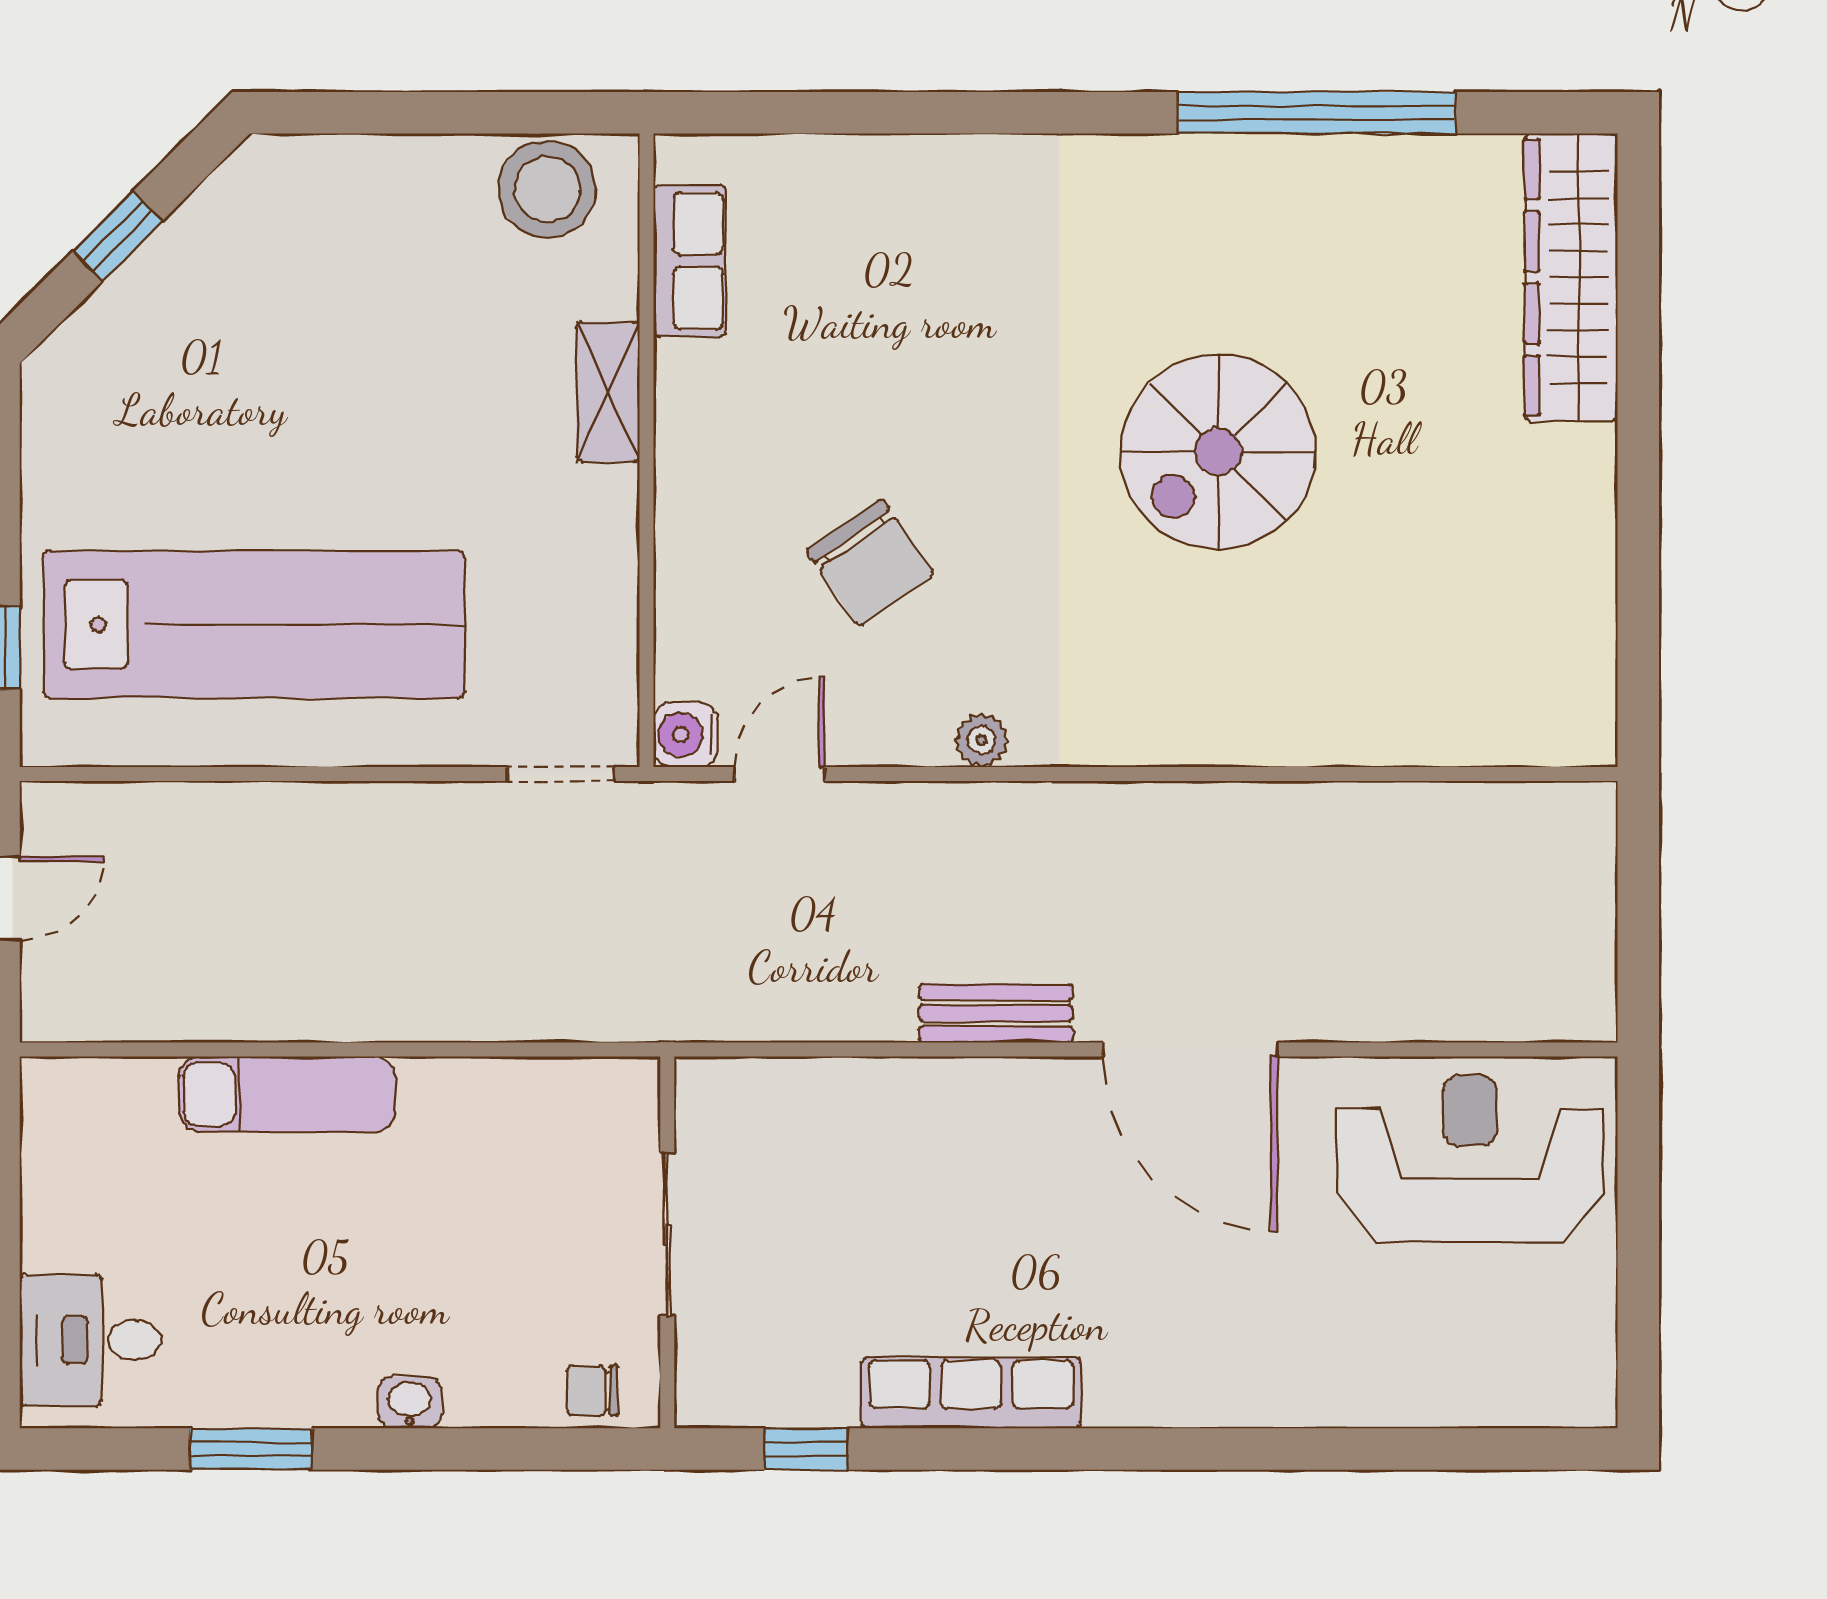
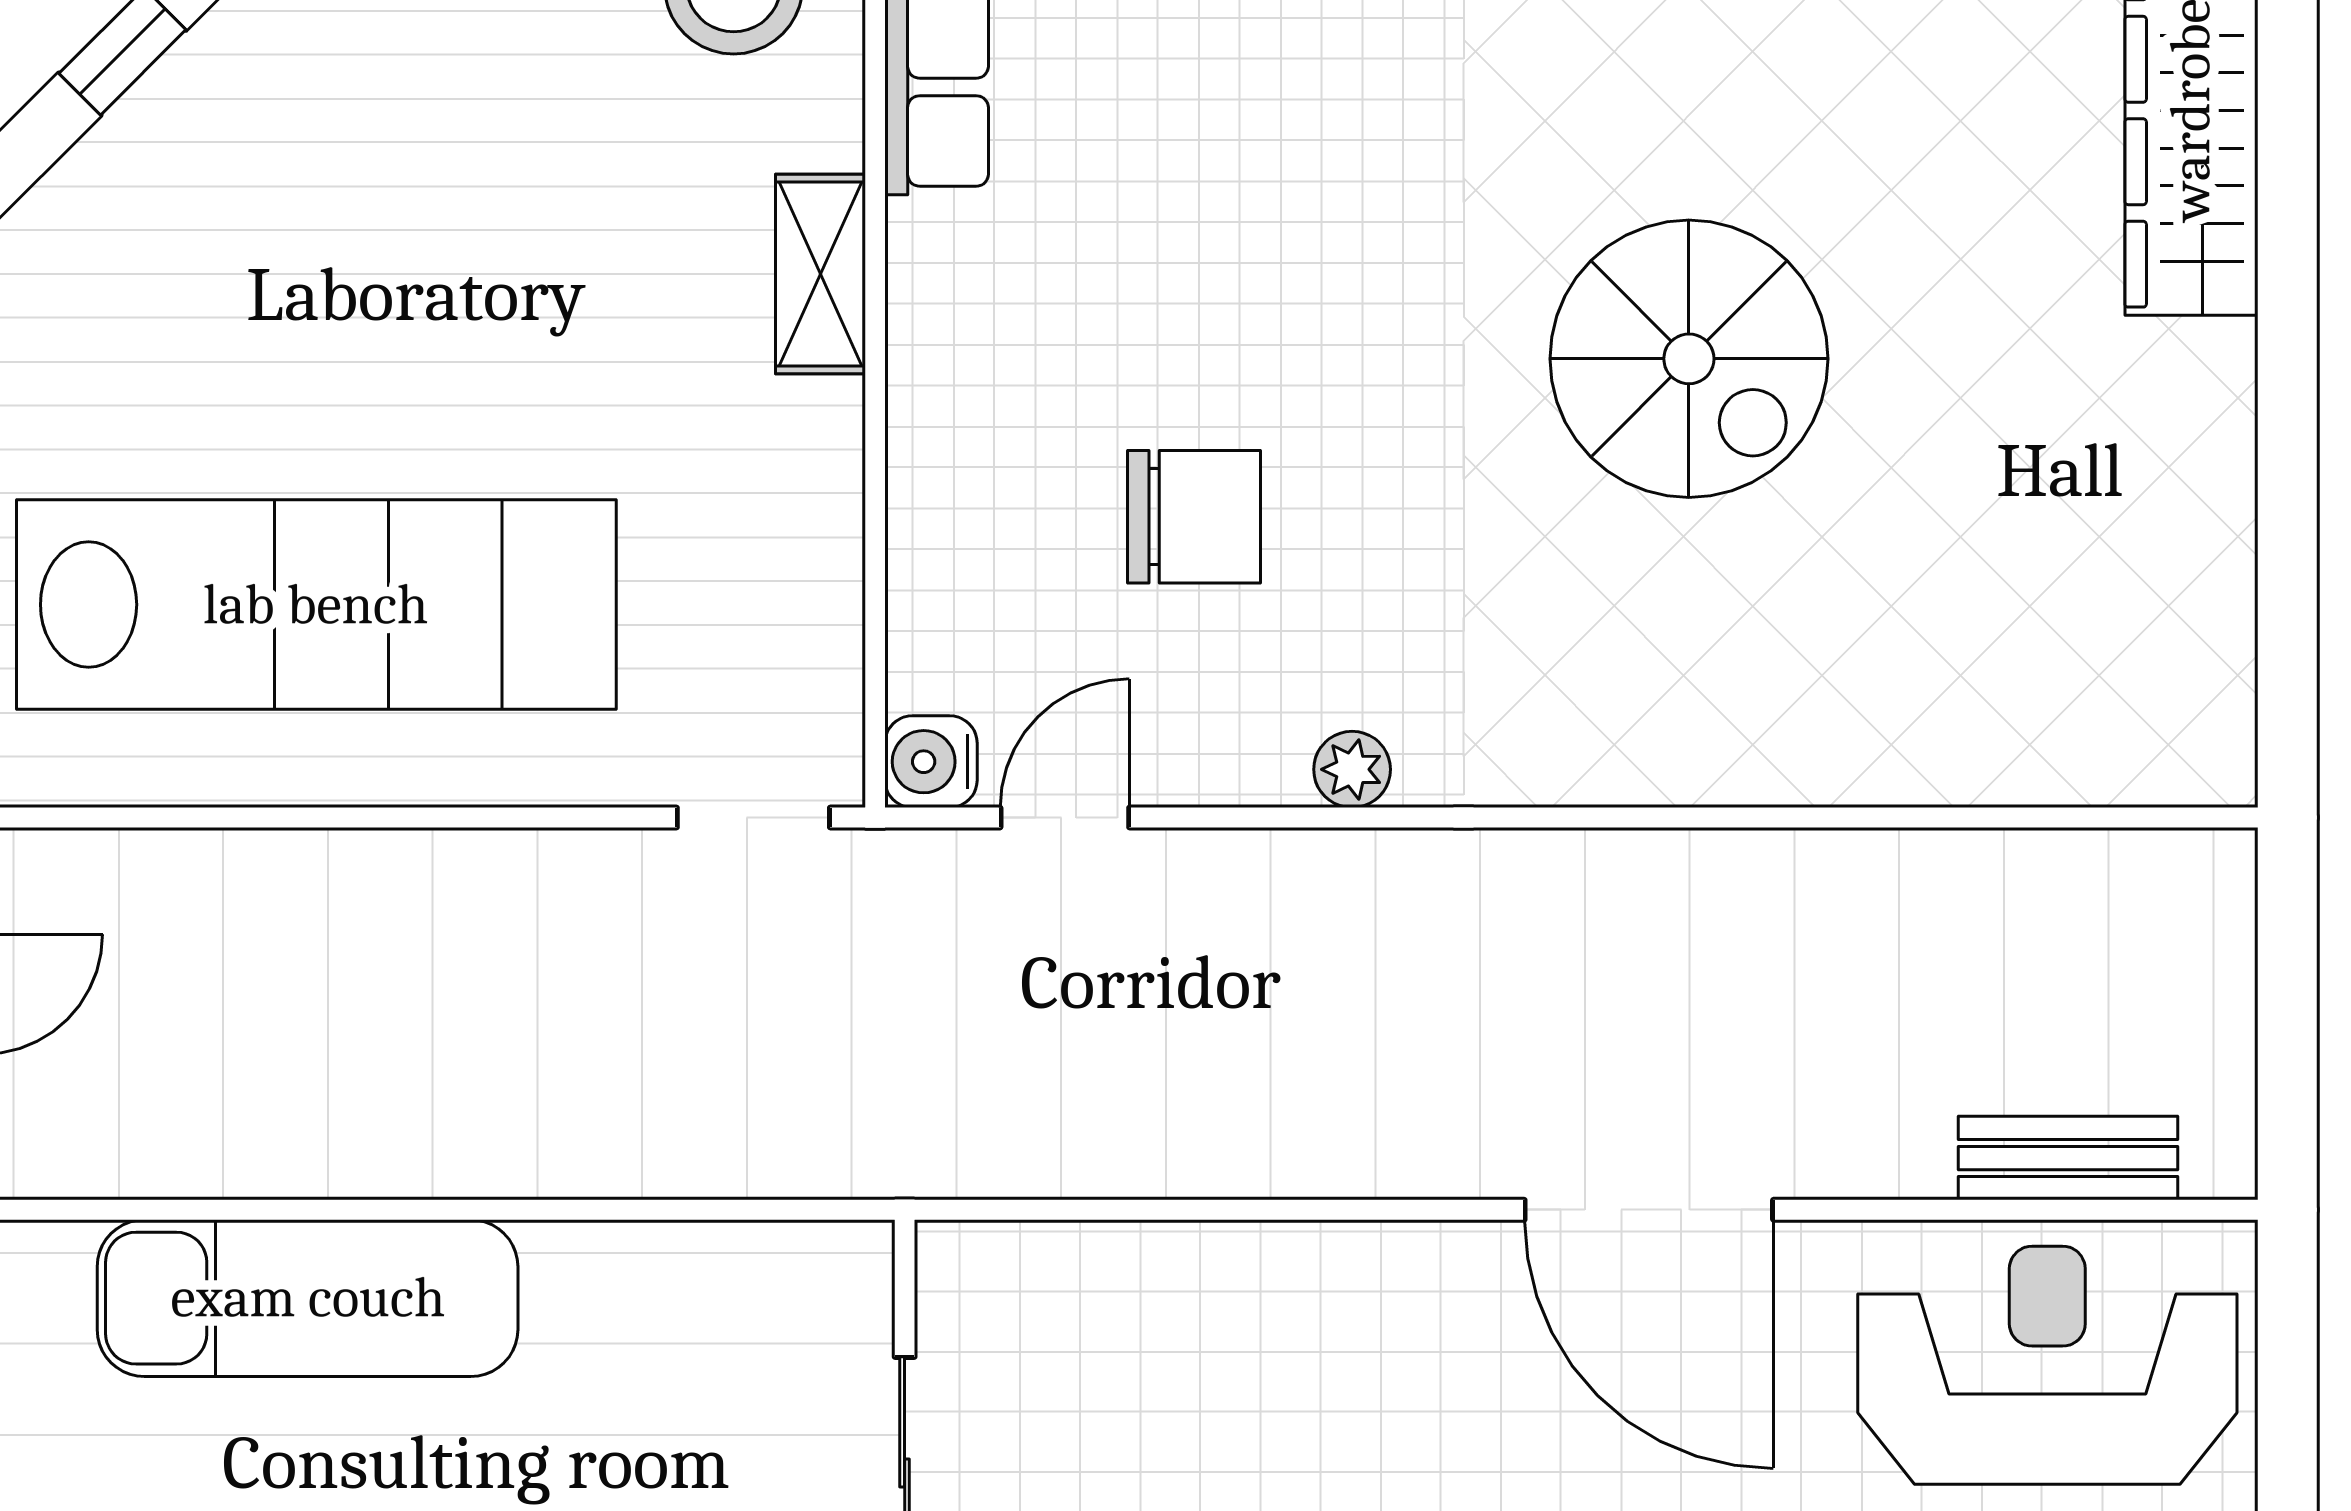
spiral stairs: (1218, 452) -> (1689, 359), turned -90
chair: (870, 563) -> (1194, 517), turned -55
bench: (996, 1013) -> (2068, 1158), moved
exam couch: (287, 1094) -> (308, 1298), width x1.36, depth x1.45

